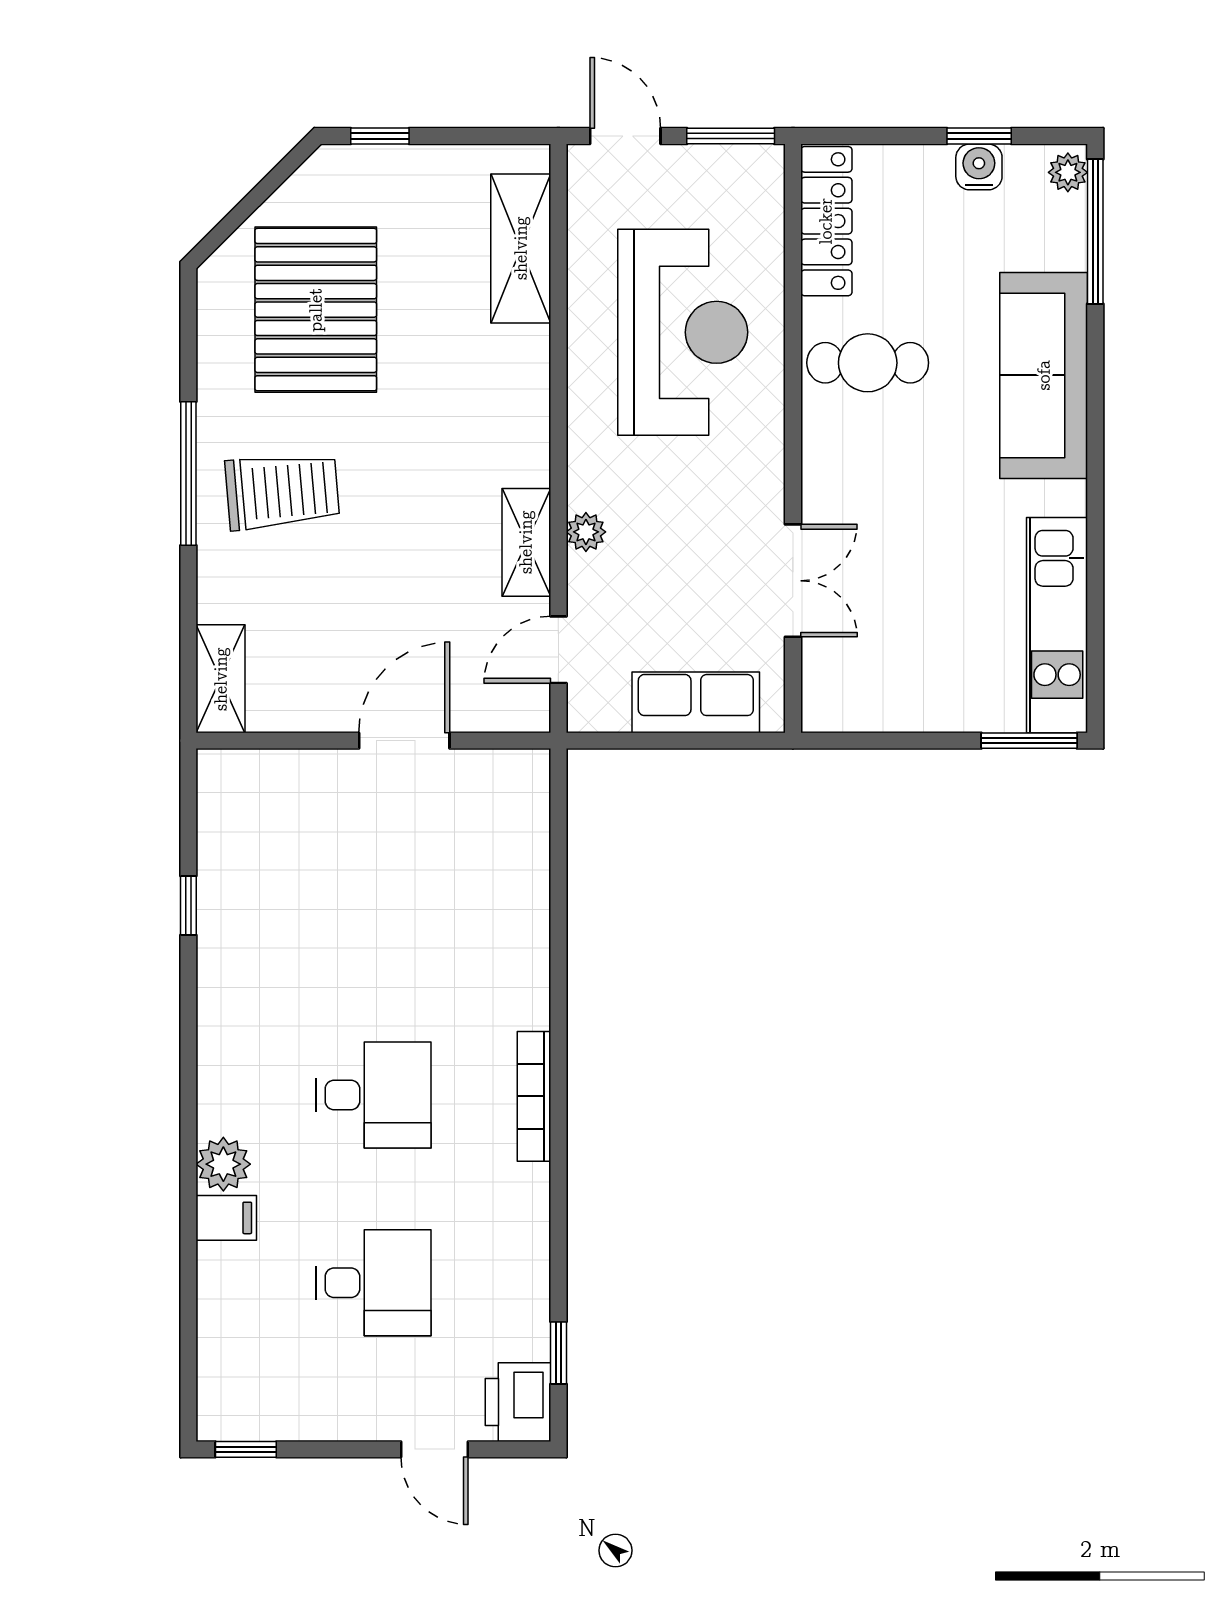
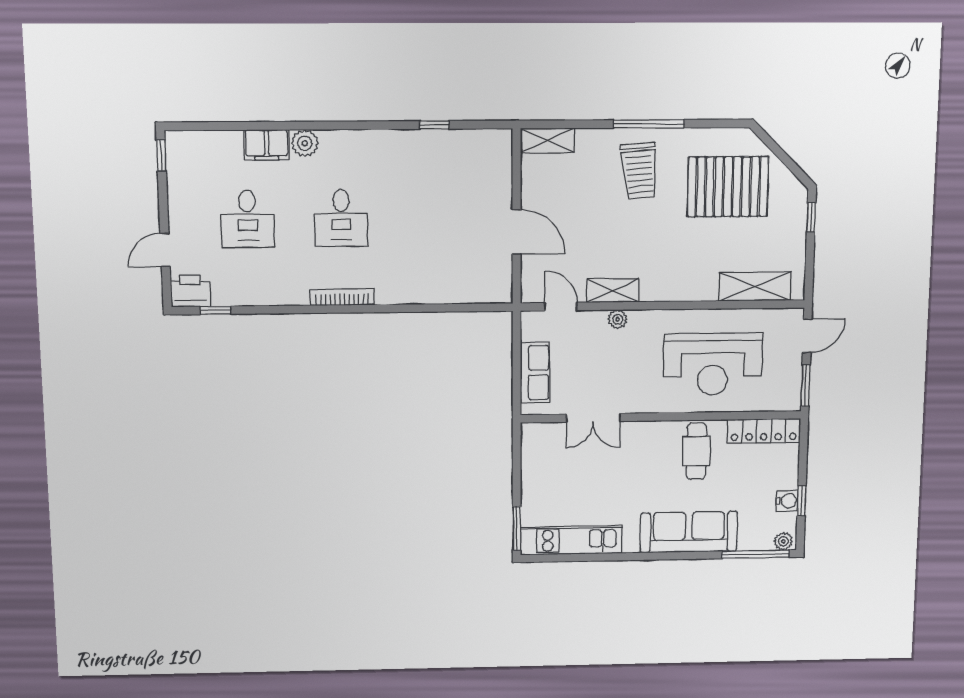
filing cabinet: (226, 1218) -> (267, 145), width x2.00

